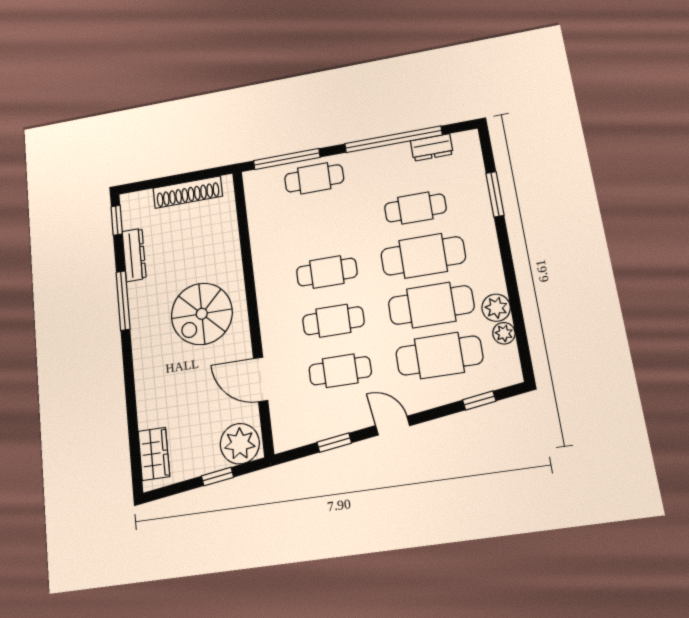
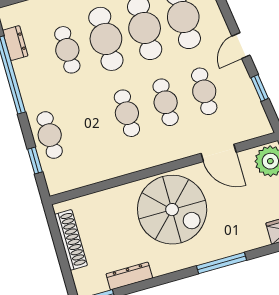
window: (287, 159) -> (35, 161), width x0.46
window: (123, 301) -> (221, 263), moved
spiral stairs: (202, 314) -> (172, 210), width x1.37, depth x1.37
door: (261, 379) -> (219, 153), hinge flipped

